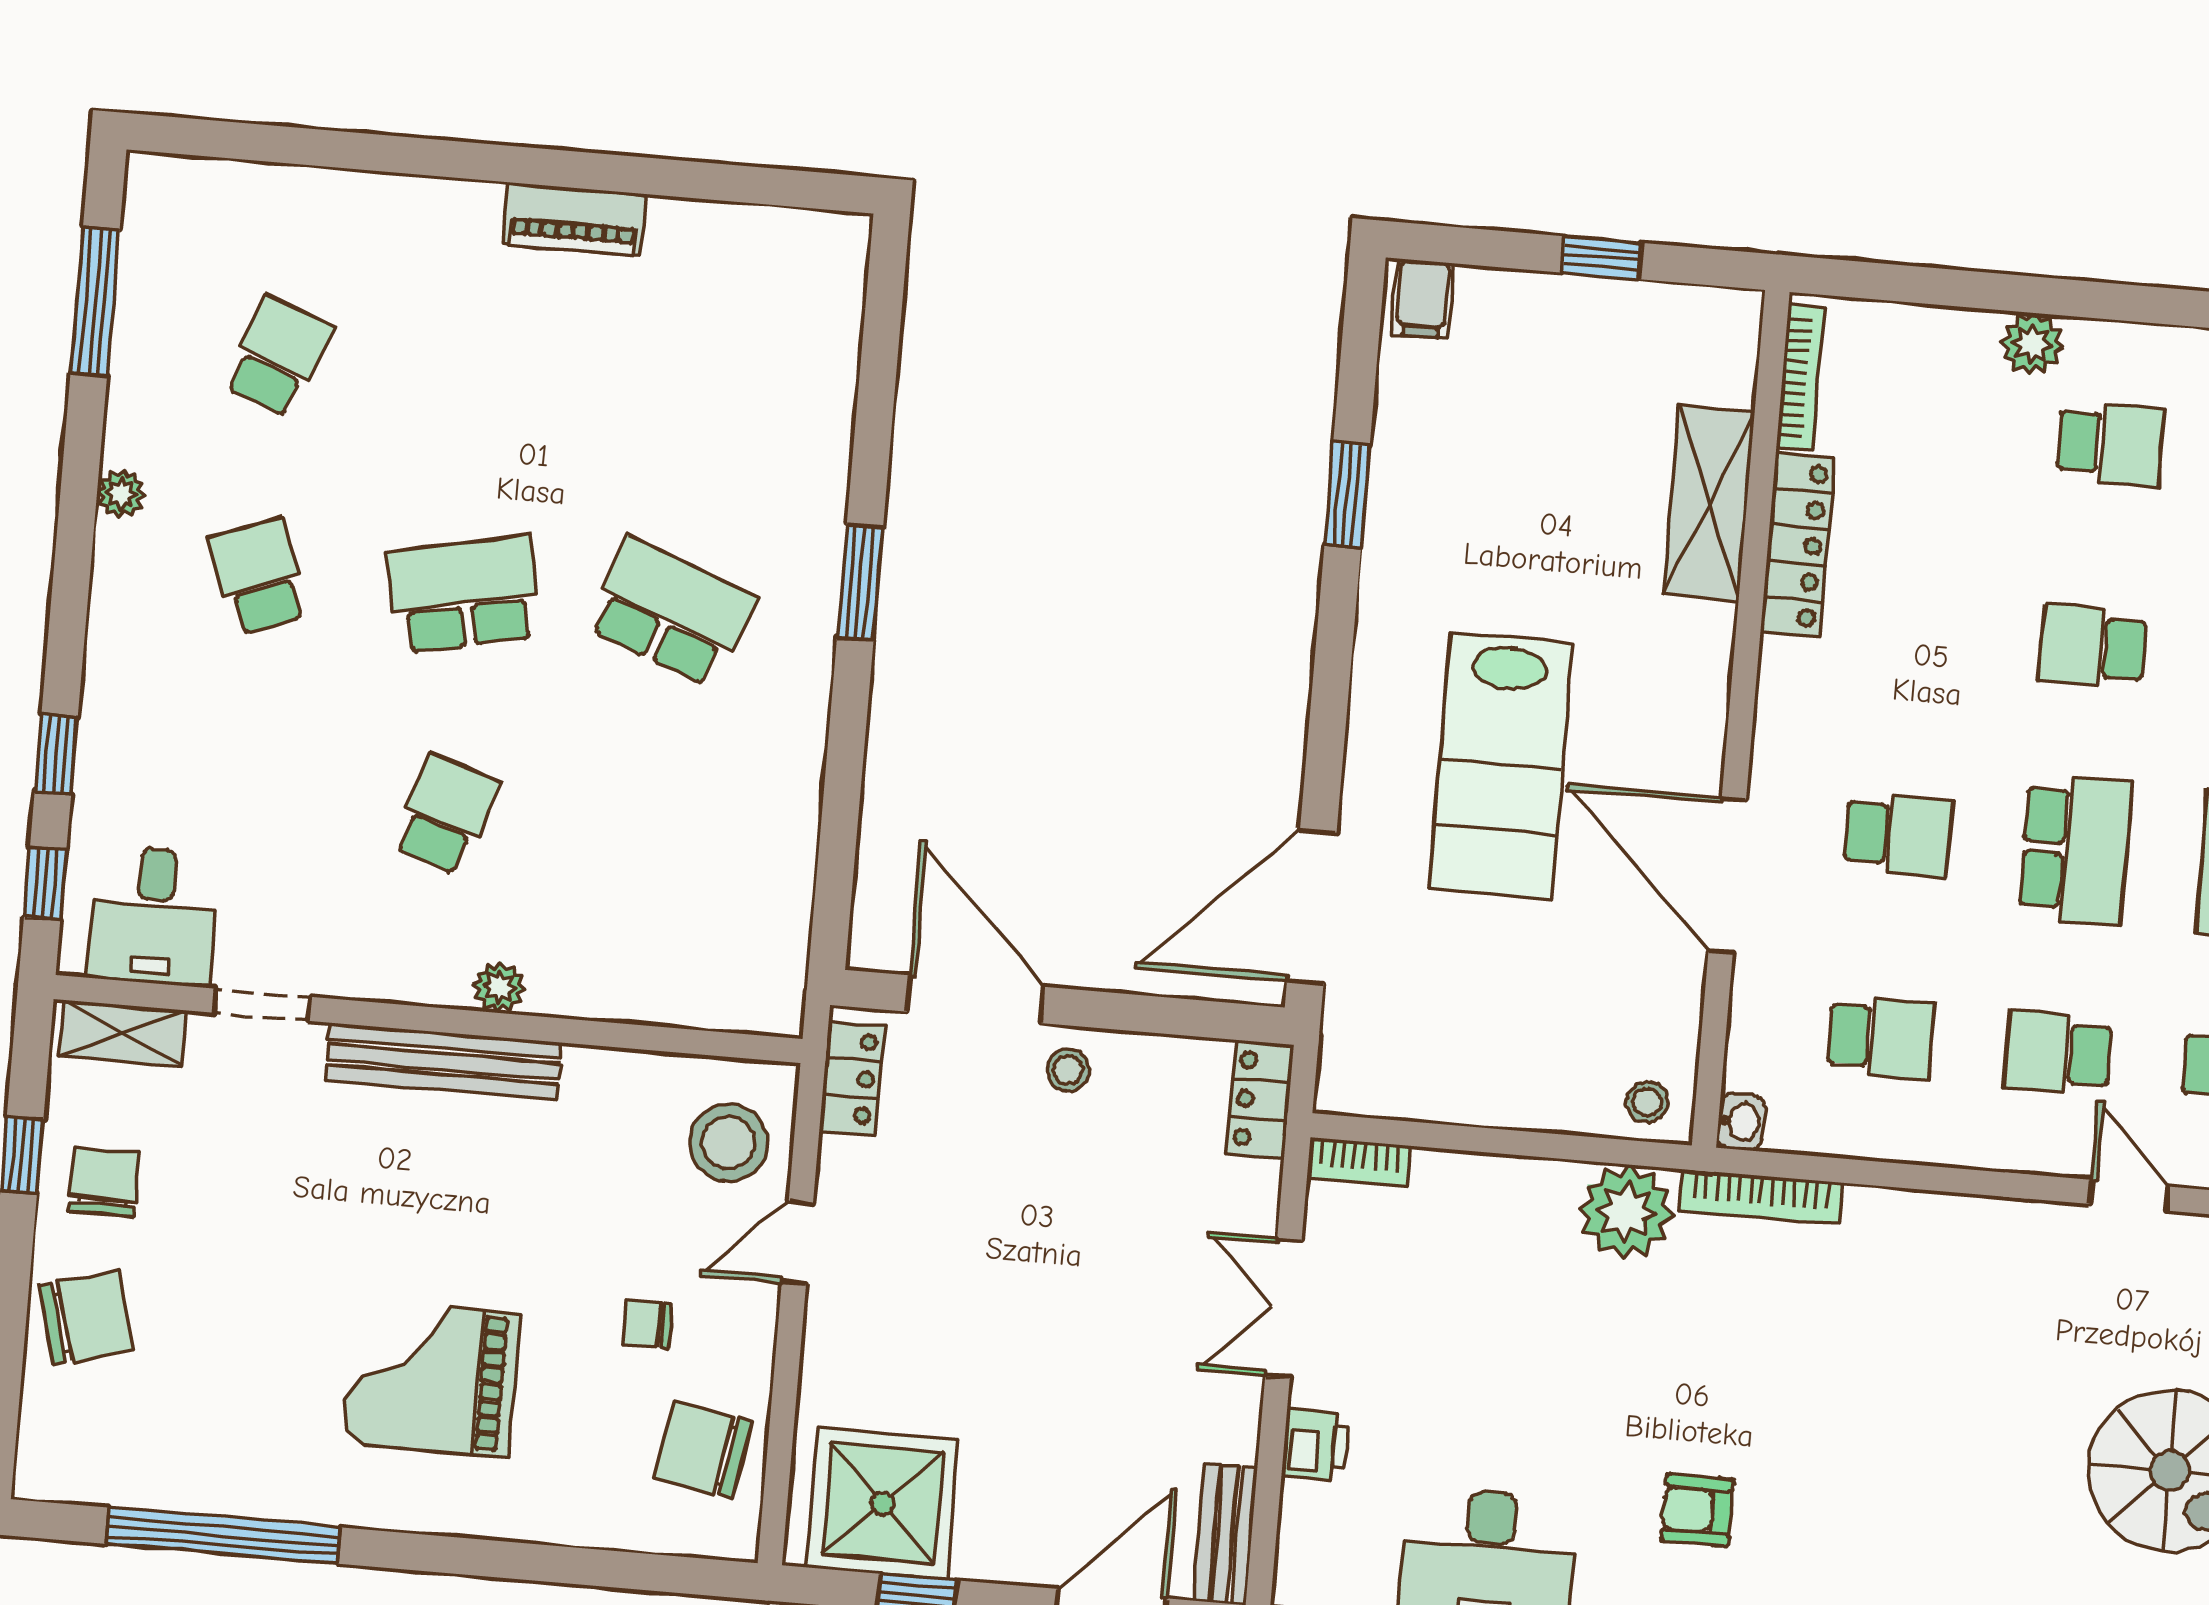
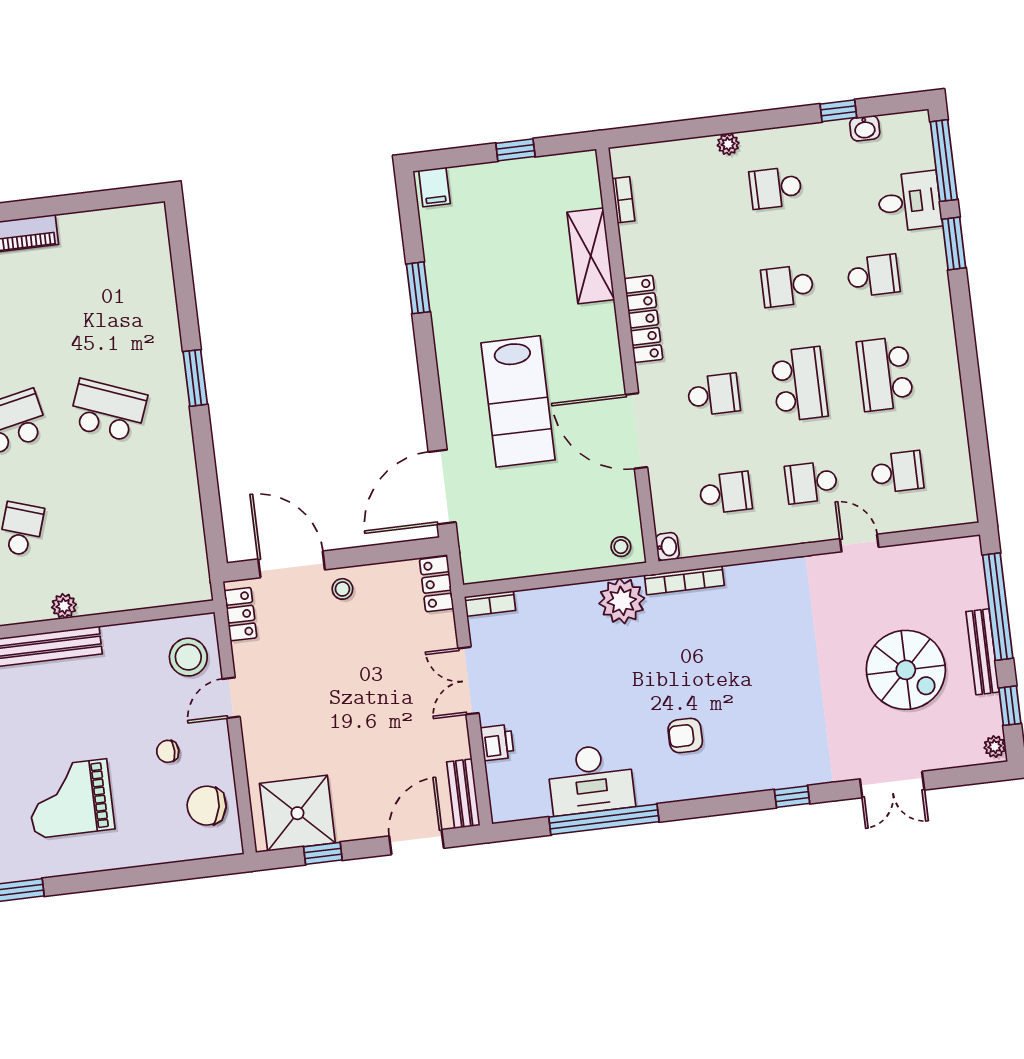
plant: (2032, 344) -> (728, 144), width x0.73, depth x0.73
bookcase: (1800, 378) -> (623, 200), width x0.64
school desk: (2110, 444) -> (776, 188), turned 180
locker: (1798, 545) -> (643, 319), moved

